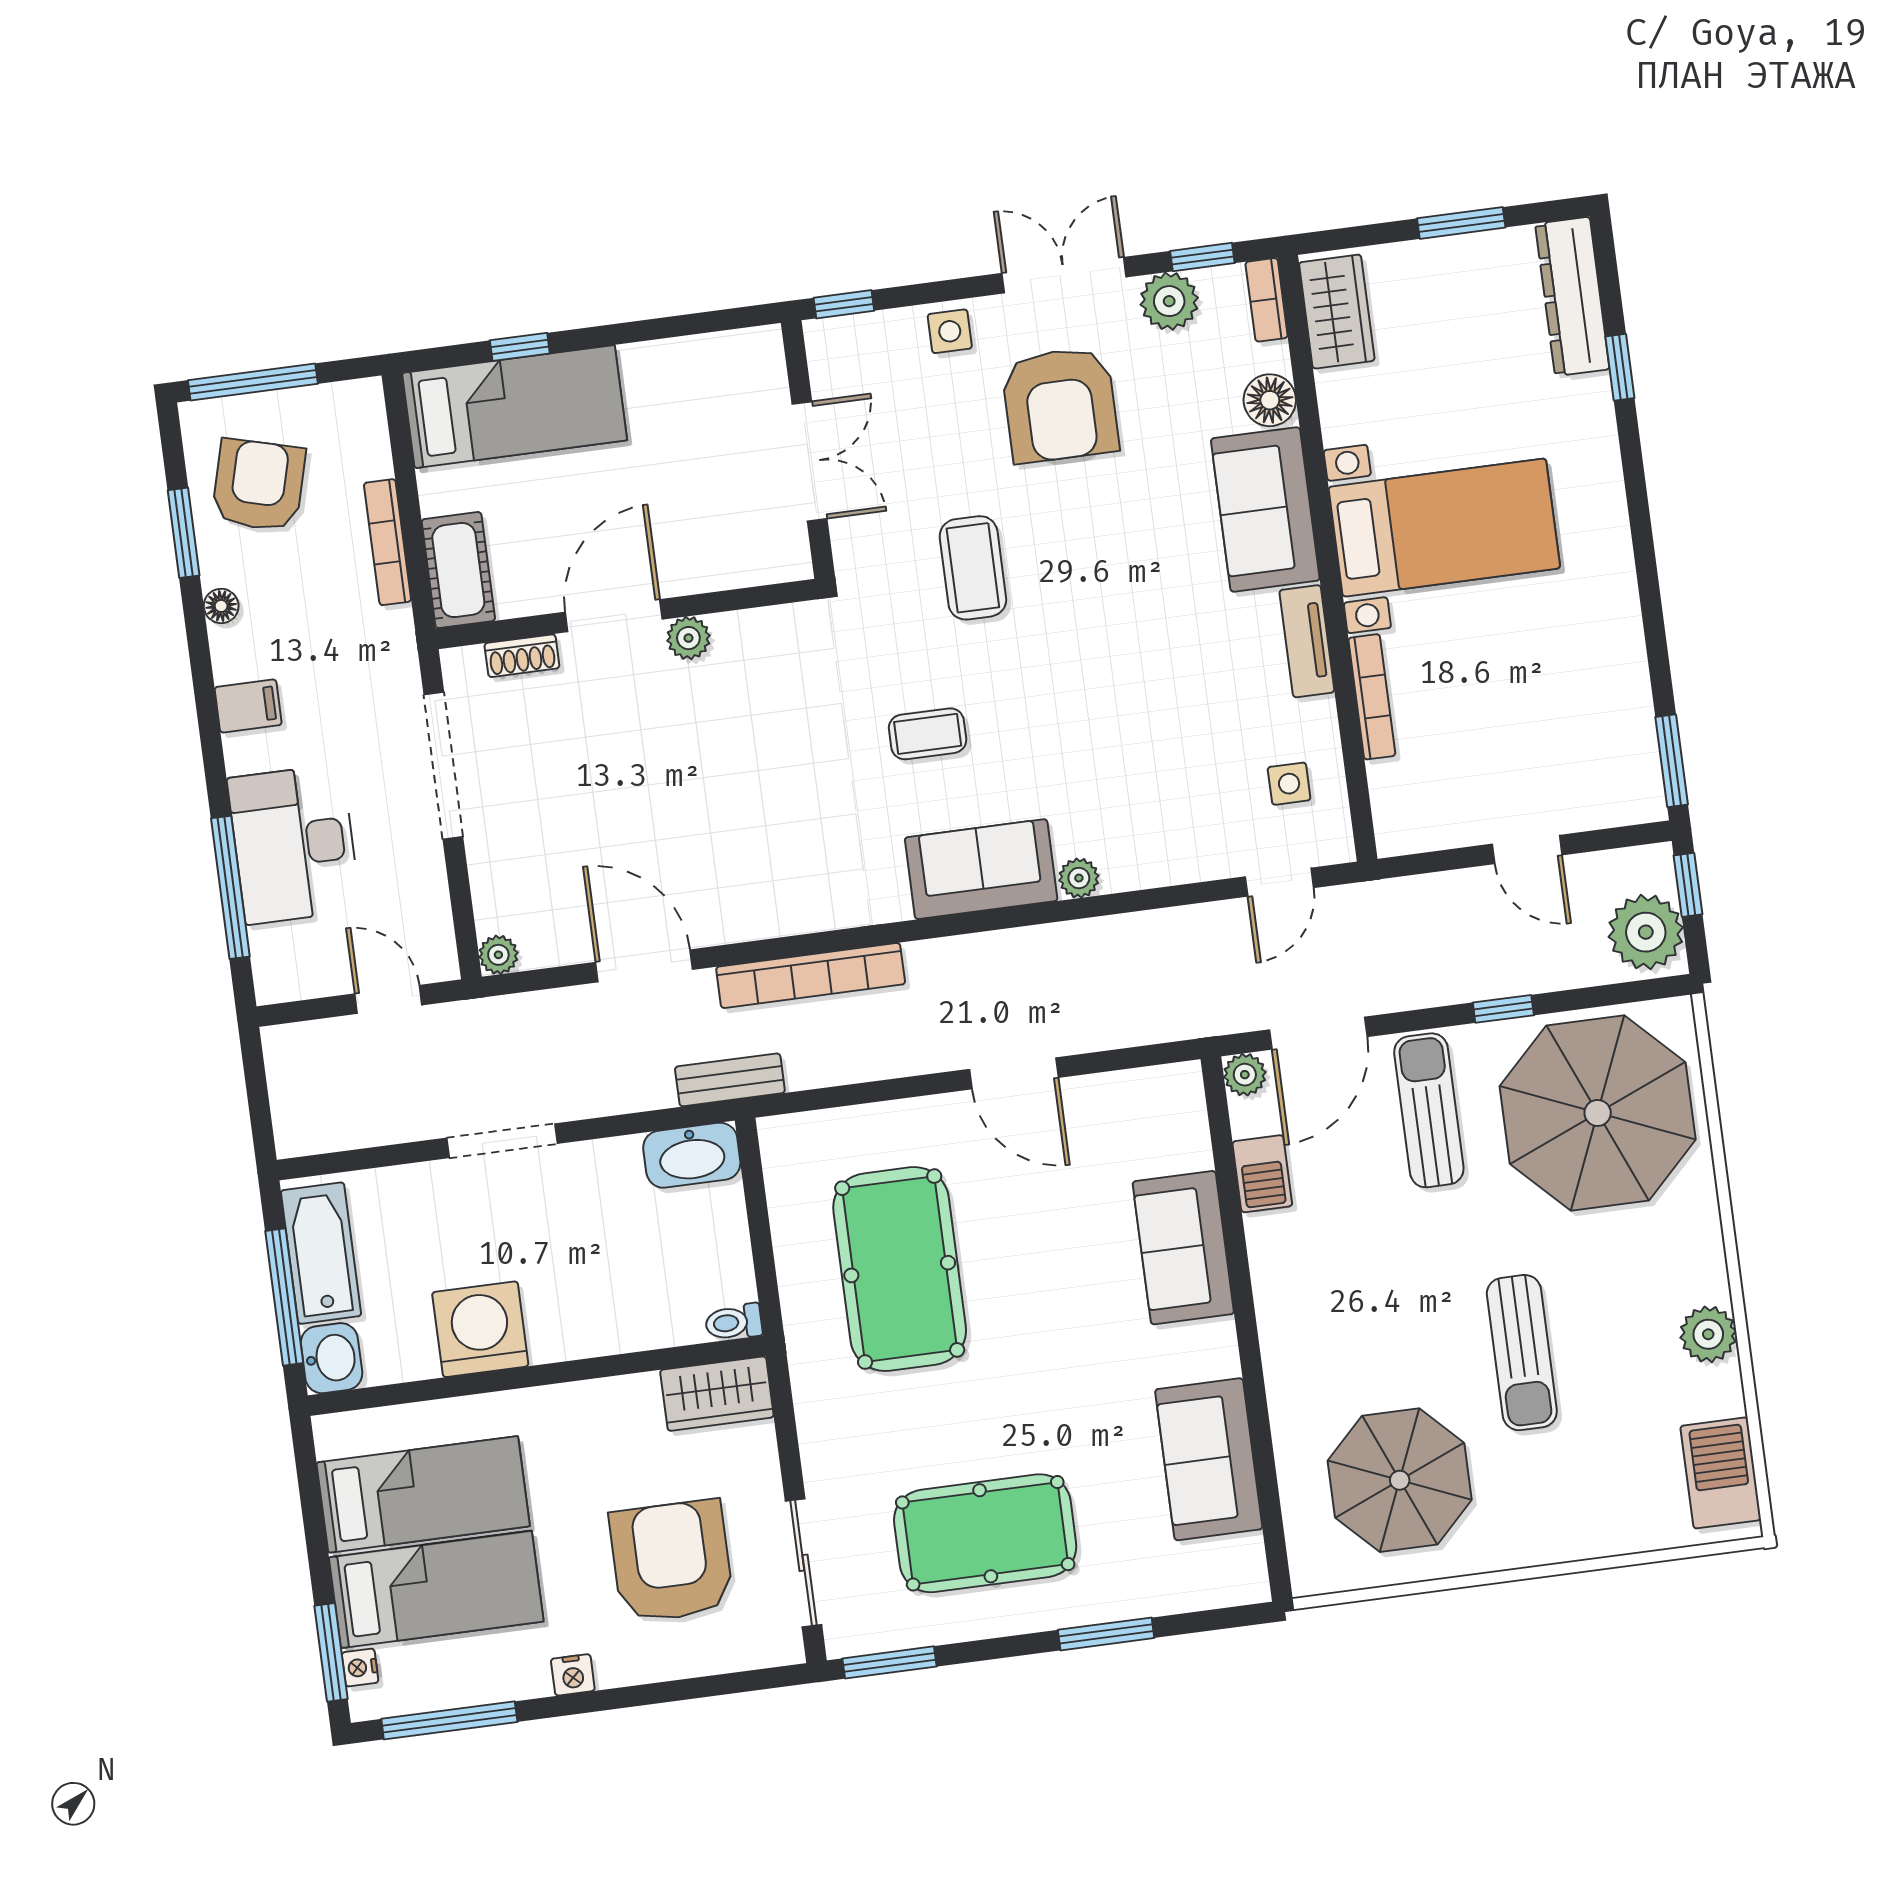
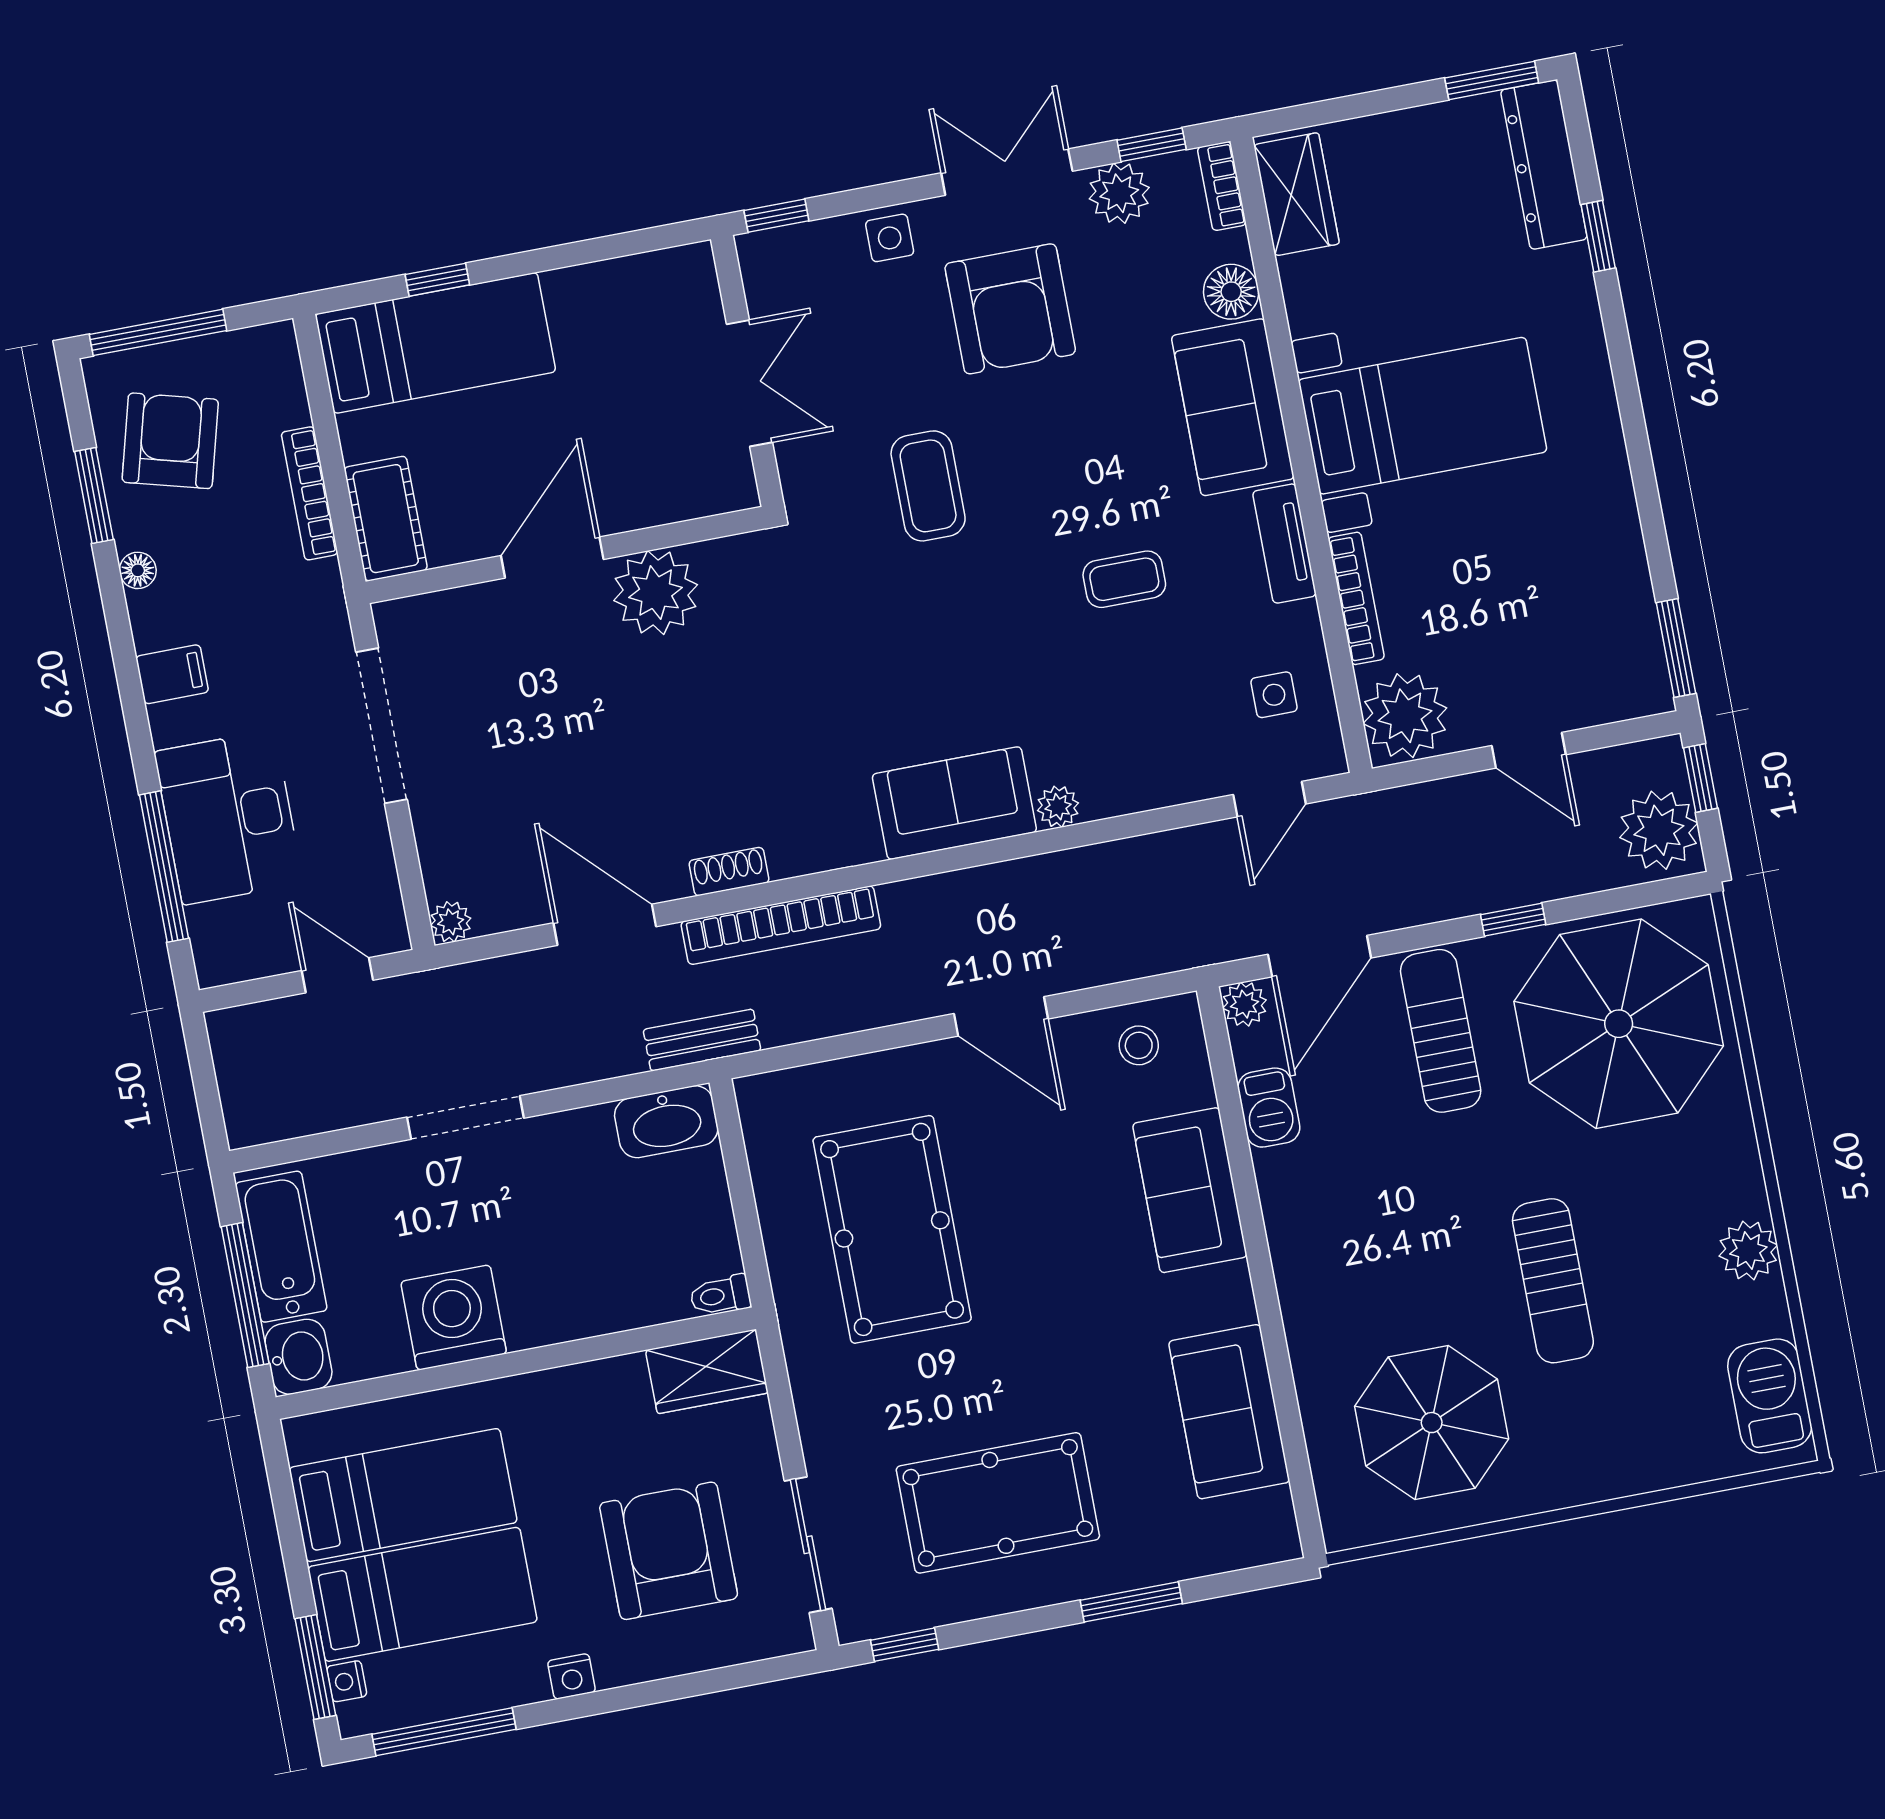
window: (1461, 223) -> (1492, 80), moved
plant: (688, 638) -> (656, 593), width x1.88, depth x1.88
shoe rack: (522, 656) -> (729, 872), moved, turned 180
coffee table: (928, 734) -> (1124, 579), moved
plant: (1412, 810) -> (1405, 716), added
stool: (1143, 1108) -> (1139, 1045), added
window: (889, 1662) -> (905, 1645), width x0.67

